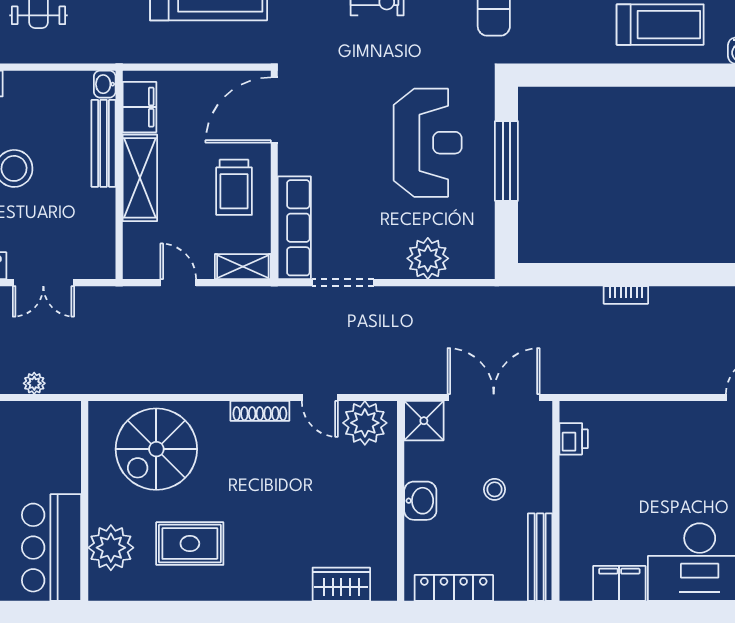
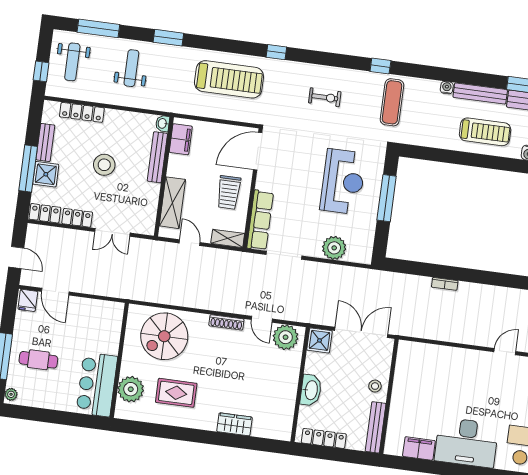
shelving: (140, 178) -> (172, 203), moved
plant: (34, 383) -> (99, 289), removed
printer: (574, 439) -> (404, 362), removed
stool: (495, 489) -> (375, 386), moved
washbasin: (420, 501) -> (311, 390), width x1.38
wardrobe: (341, 584) -> (234, 424), moved

